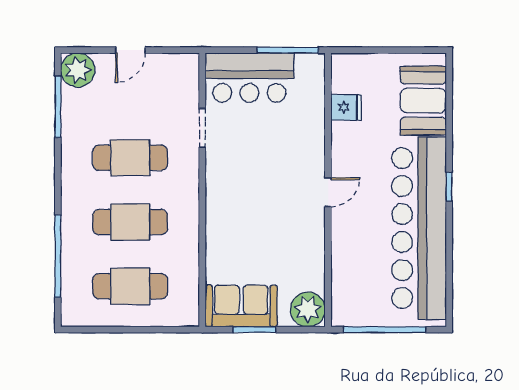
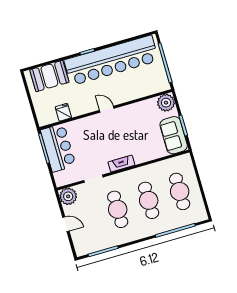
plant: (78, 70) -> (68, 196), moved
bar counter: (249, 78) -> (58, 148), moved
fireplace: (216, 190) -> (121, 164), added

